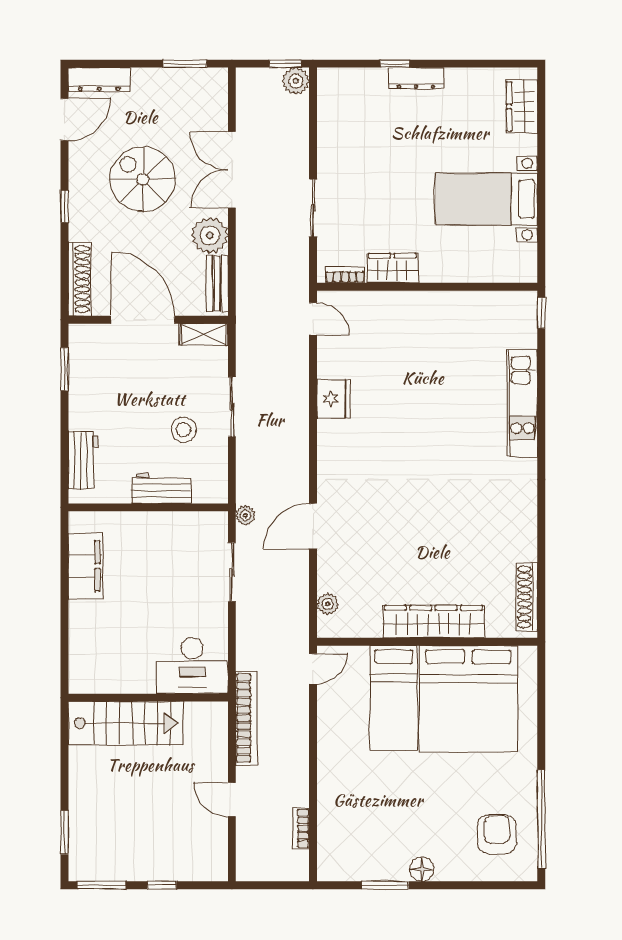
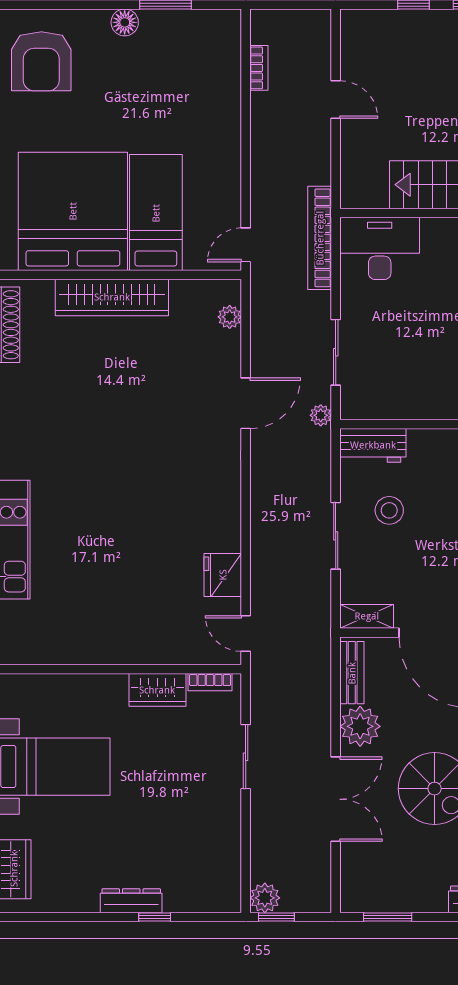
fridge: (334, 399) -> (223, 575), moved
workbench: (161, 488) -> (373, 445), moved
bookcase: (246, 718) -> (320, 238), moved
armchair: (497, 834) -> (41, 61), width x1.36, depth x1.36

